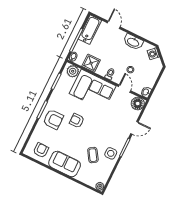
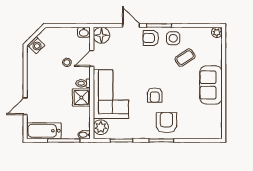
washbasin: (133, 42) -> (34, 75), removed
shower: (91, 63) -> (81, 98), moved
armchair: (41, 150) -> (151, 38), moved

